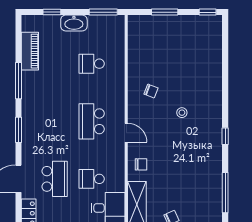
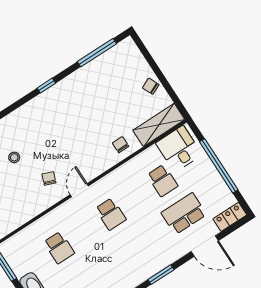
stool: (182, 113) -> (14, 157), moved
school desk: (92, 121) -> (111, 214), width x0.54
door: (126, 133) -> (79, 190), moved

